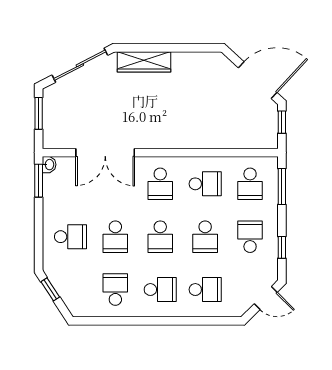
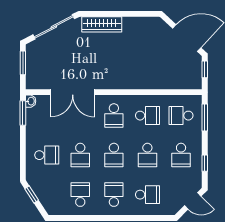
school desk: (250, 184) -> (181, 116), turned 90
school desk: (250, 237) -> (181, 155), turned 180
school desk: (160, 290) -> (114, 195), turned -90

